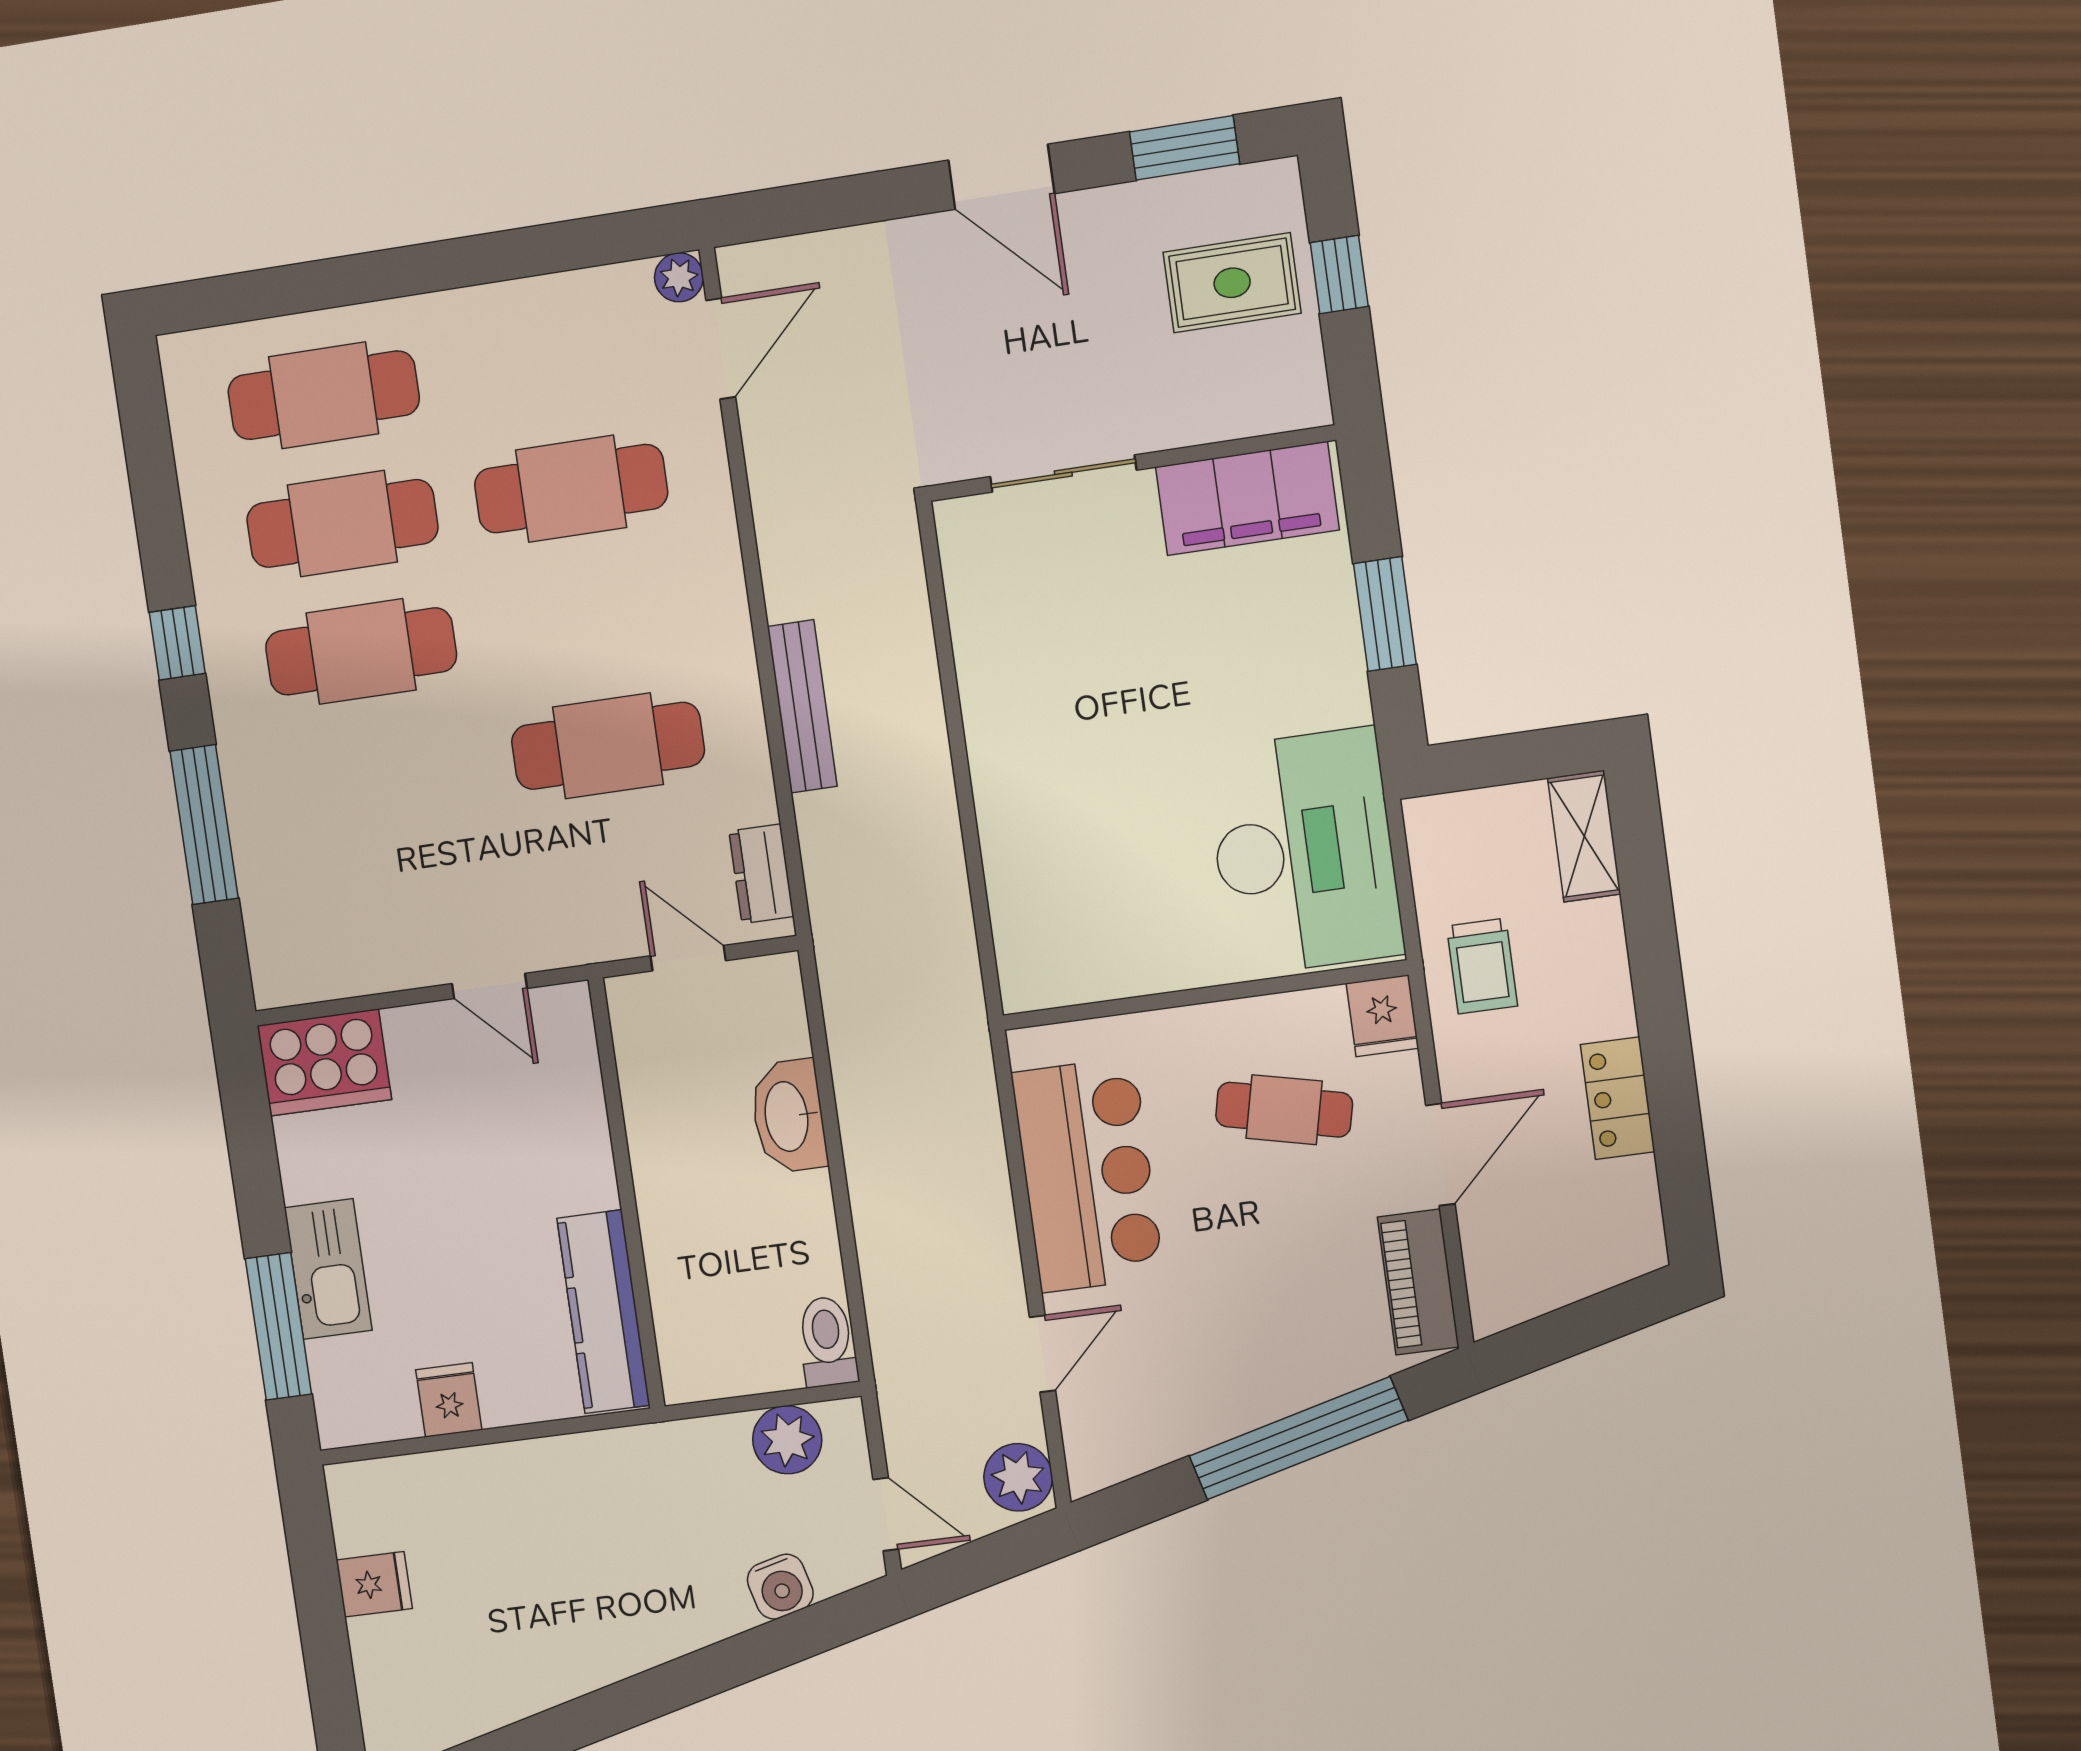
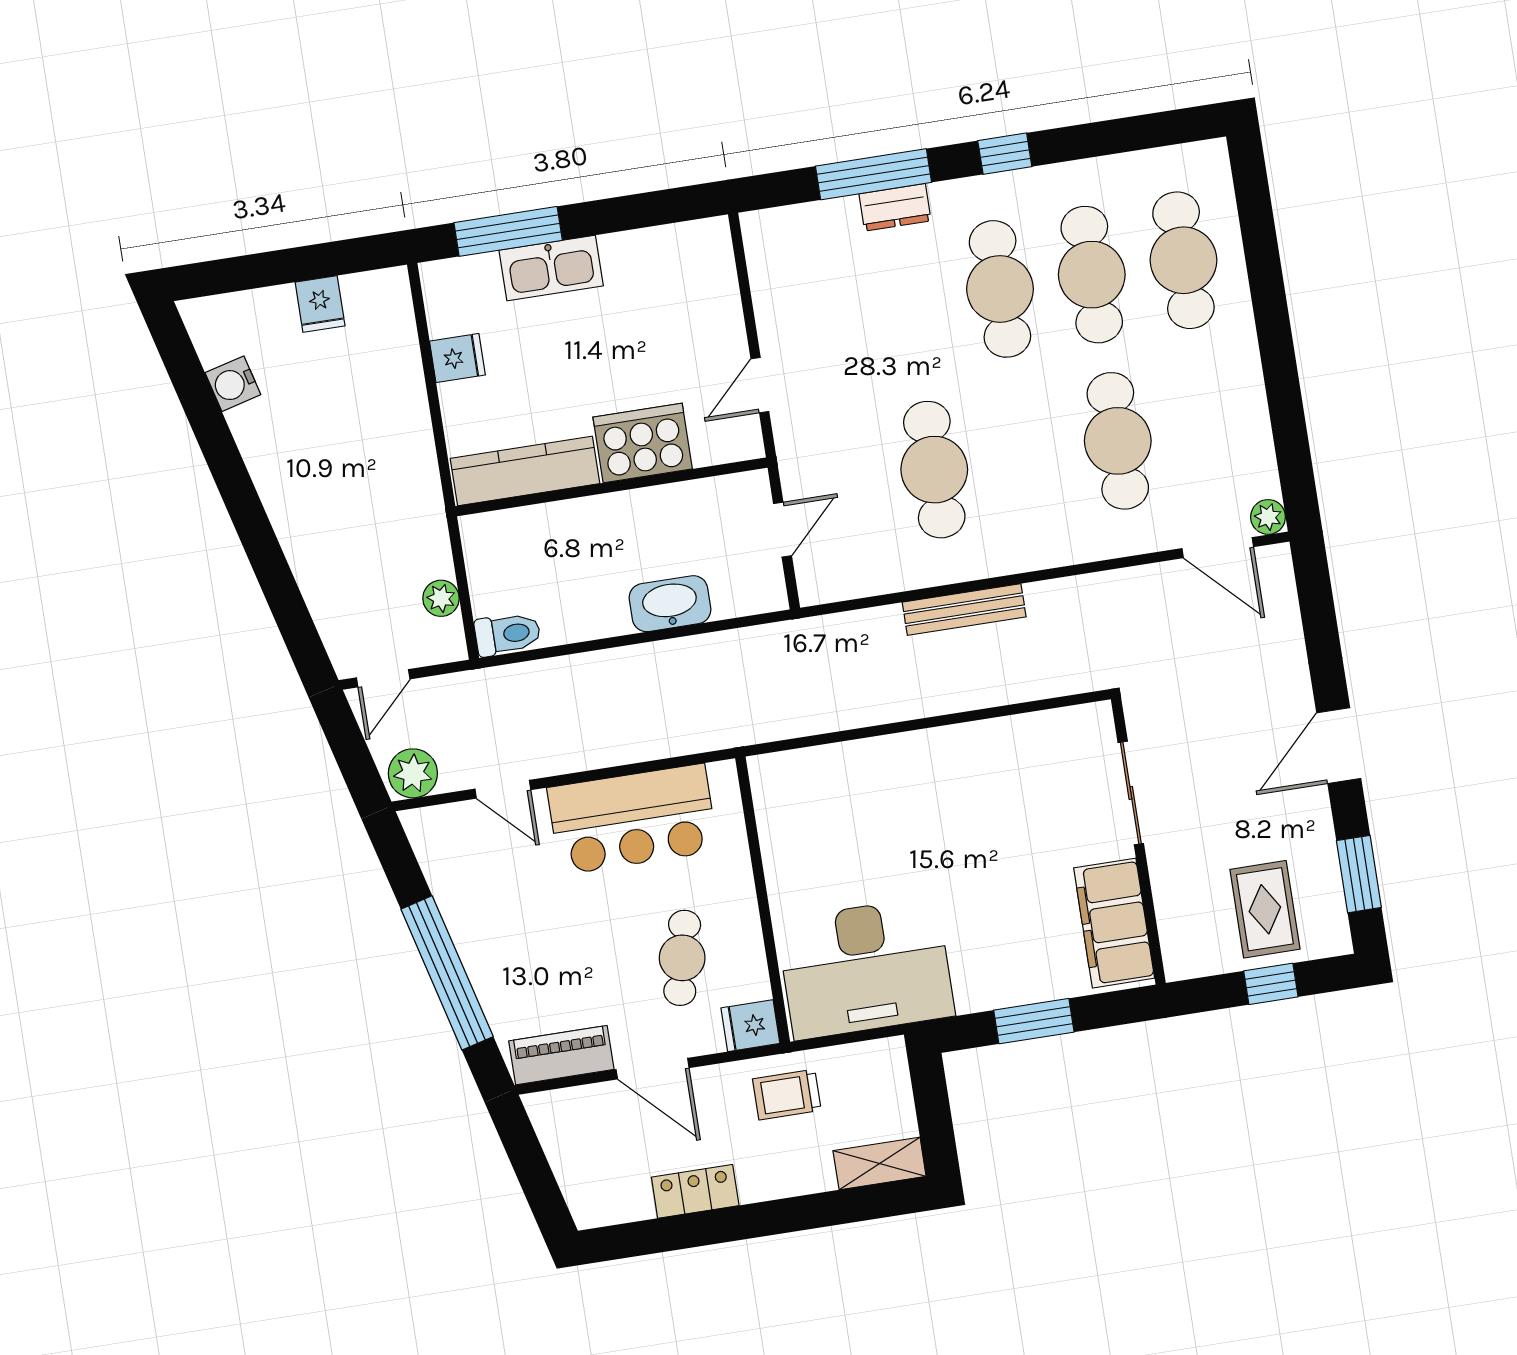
dresser: (761, 874) -> (895, 207), moved, turned 180
cooker: (324, 1062) -> (643, 443), moved, turned 90
plant: (787, 1440) -> (441, 598), width x0.73, depth x0.73
water cooler: (780, 1587) -> (233, 384), moved

